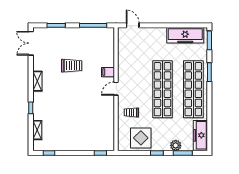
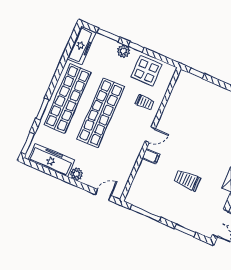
door: (133, 25) -> (103, 195), swing flipped
plant: (161, 33) -> (76, 174), added
plant: (176, 145) -> (123, 51), moved

